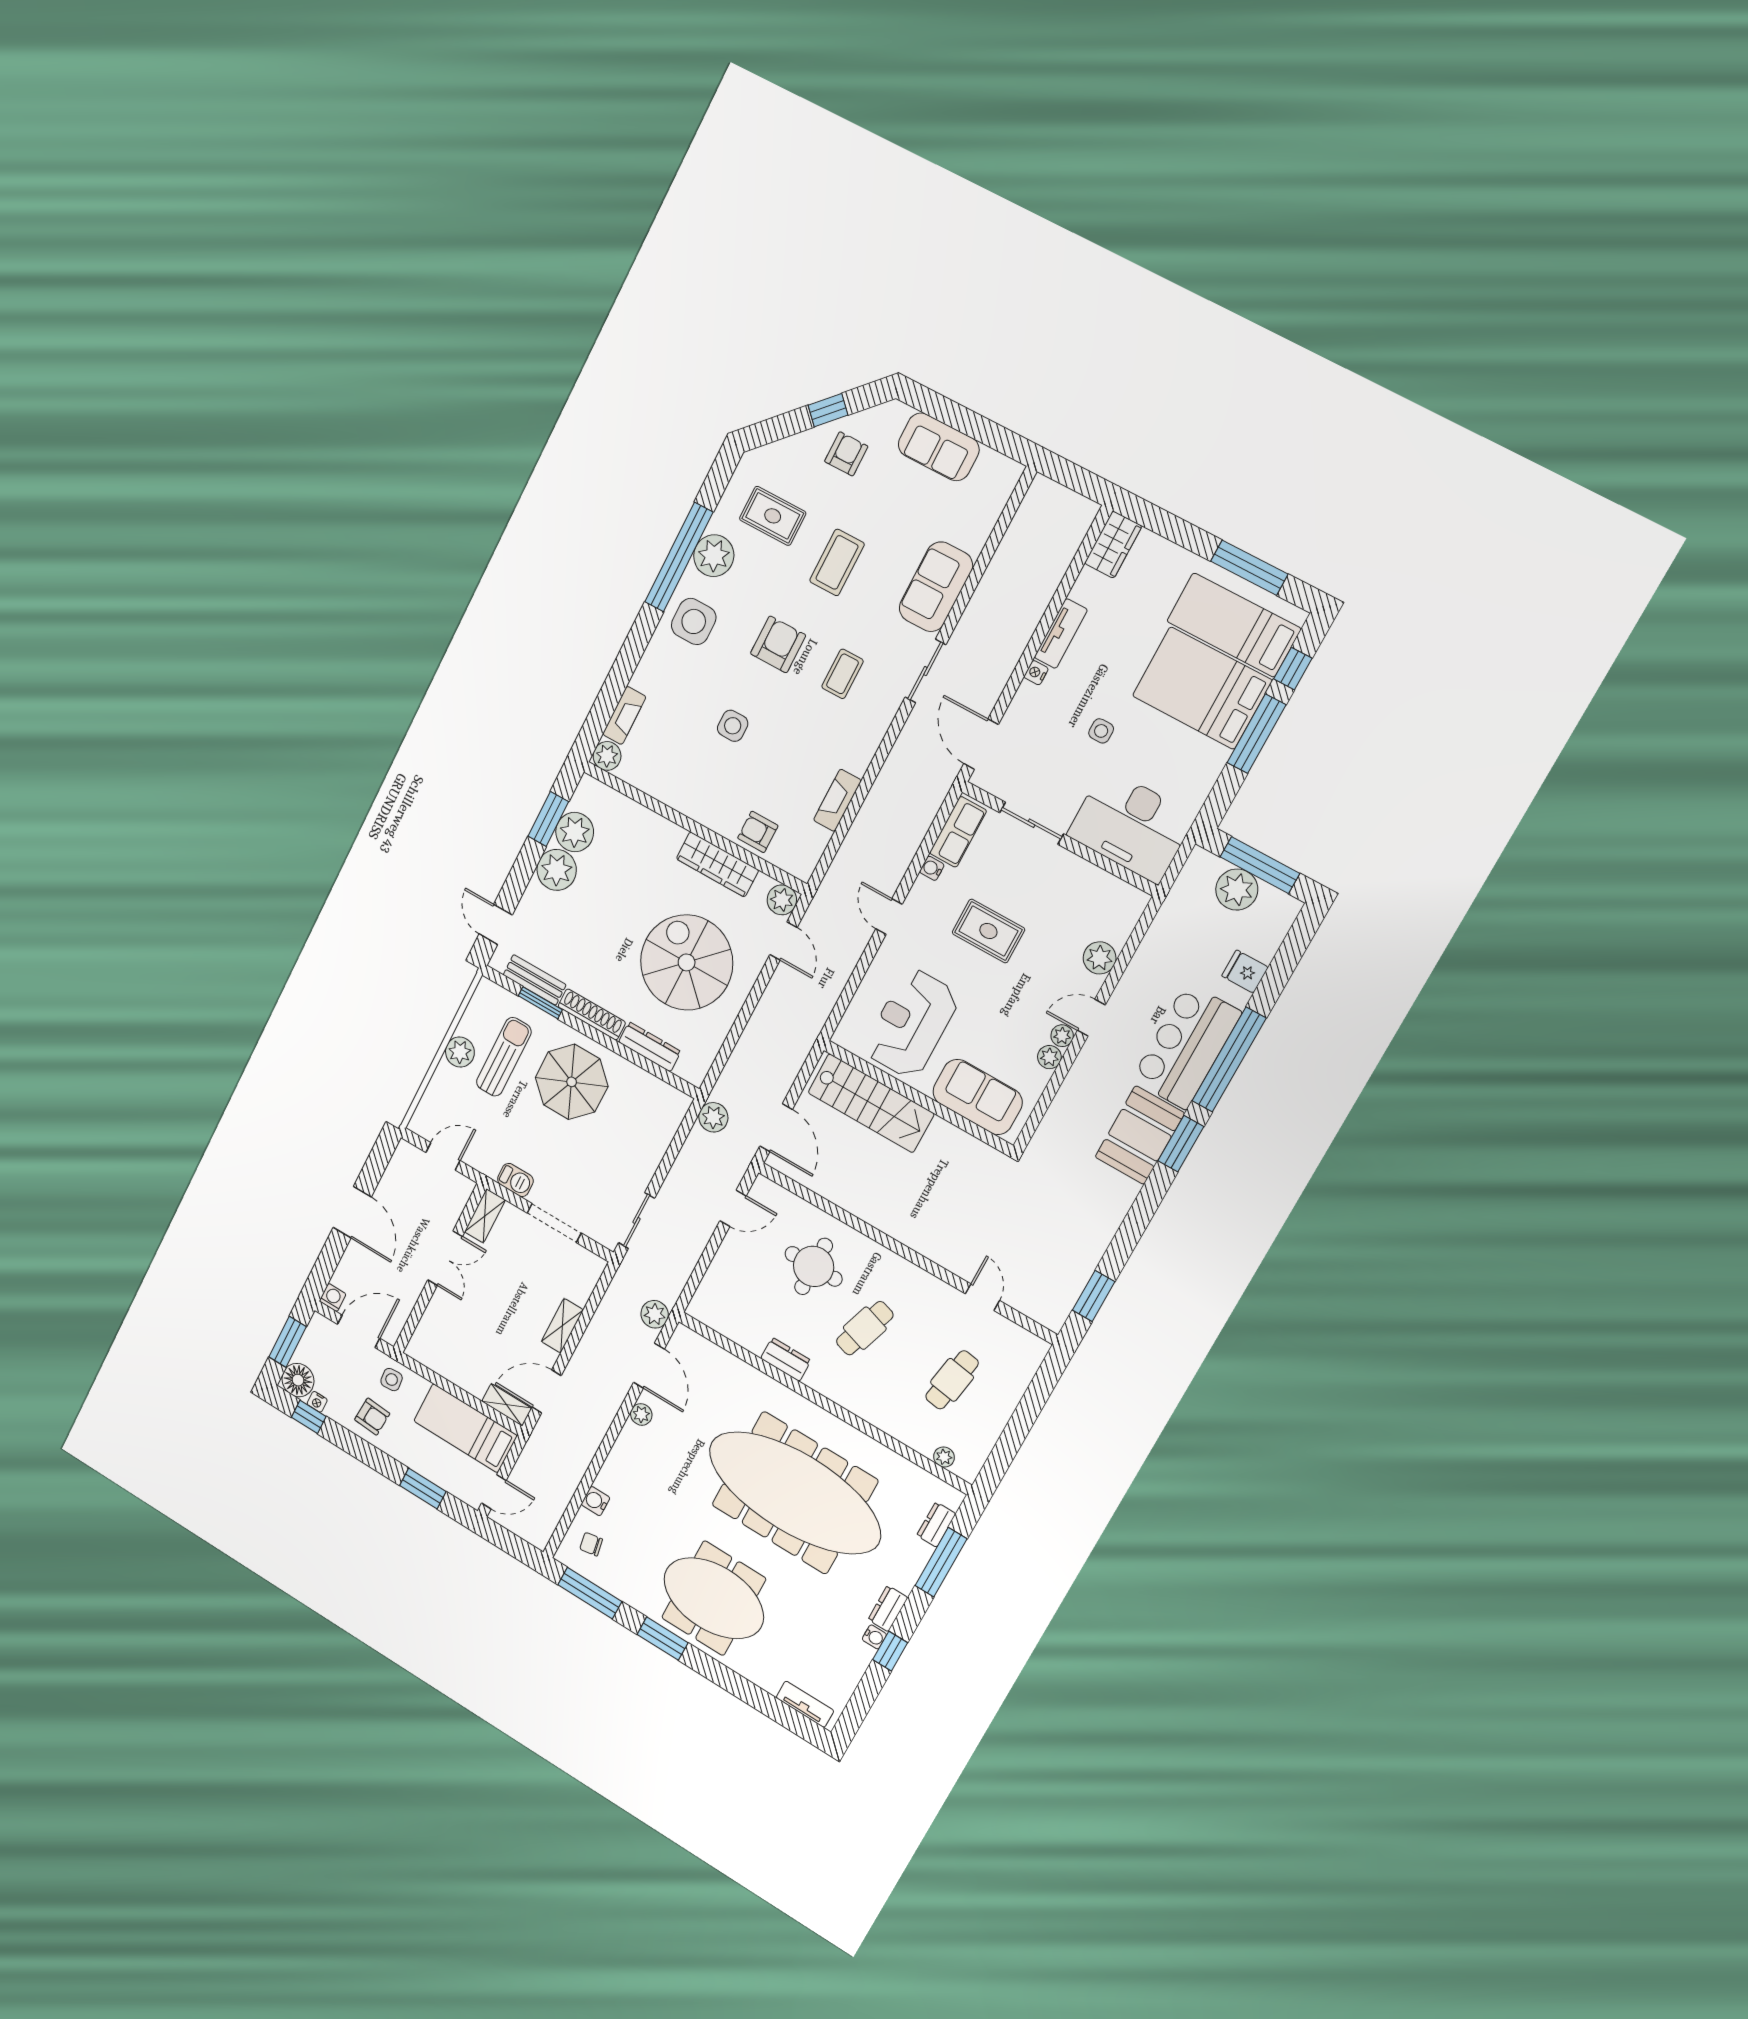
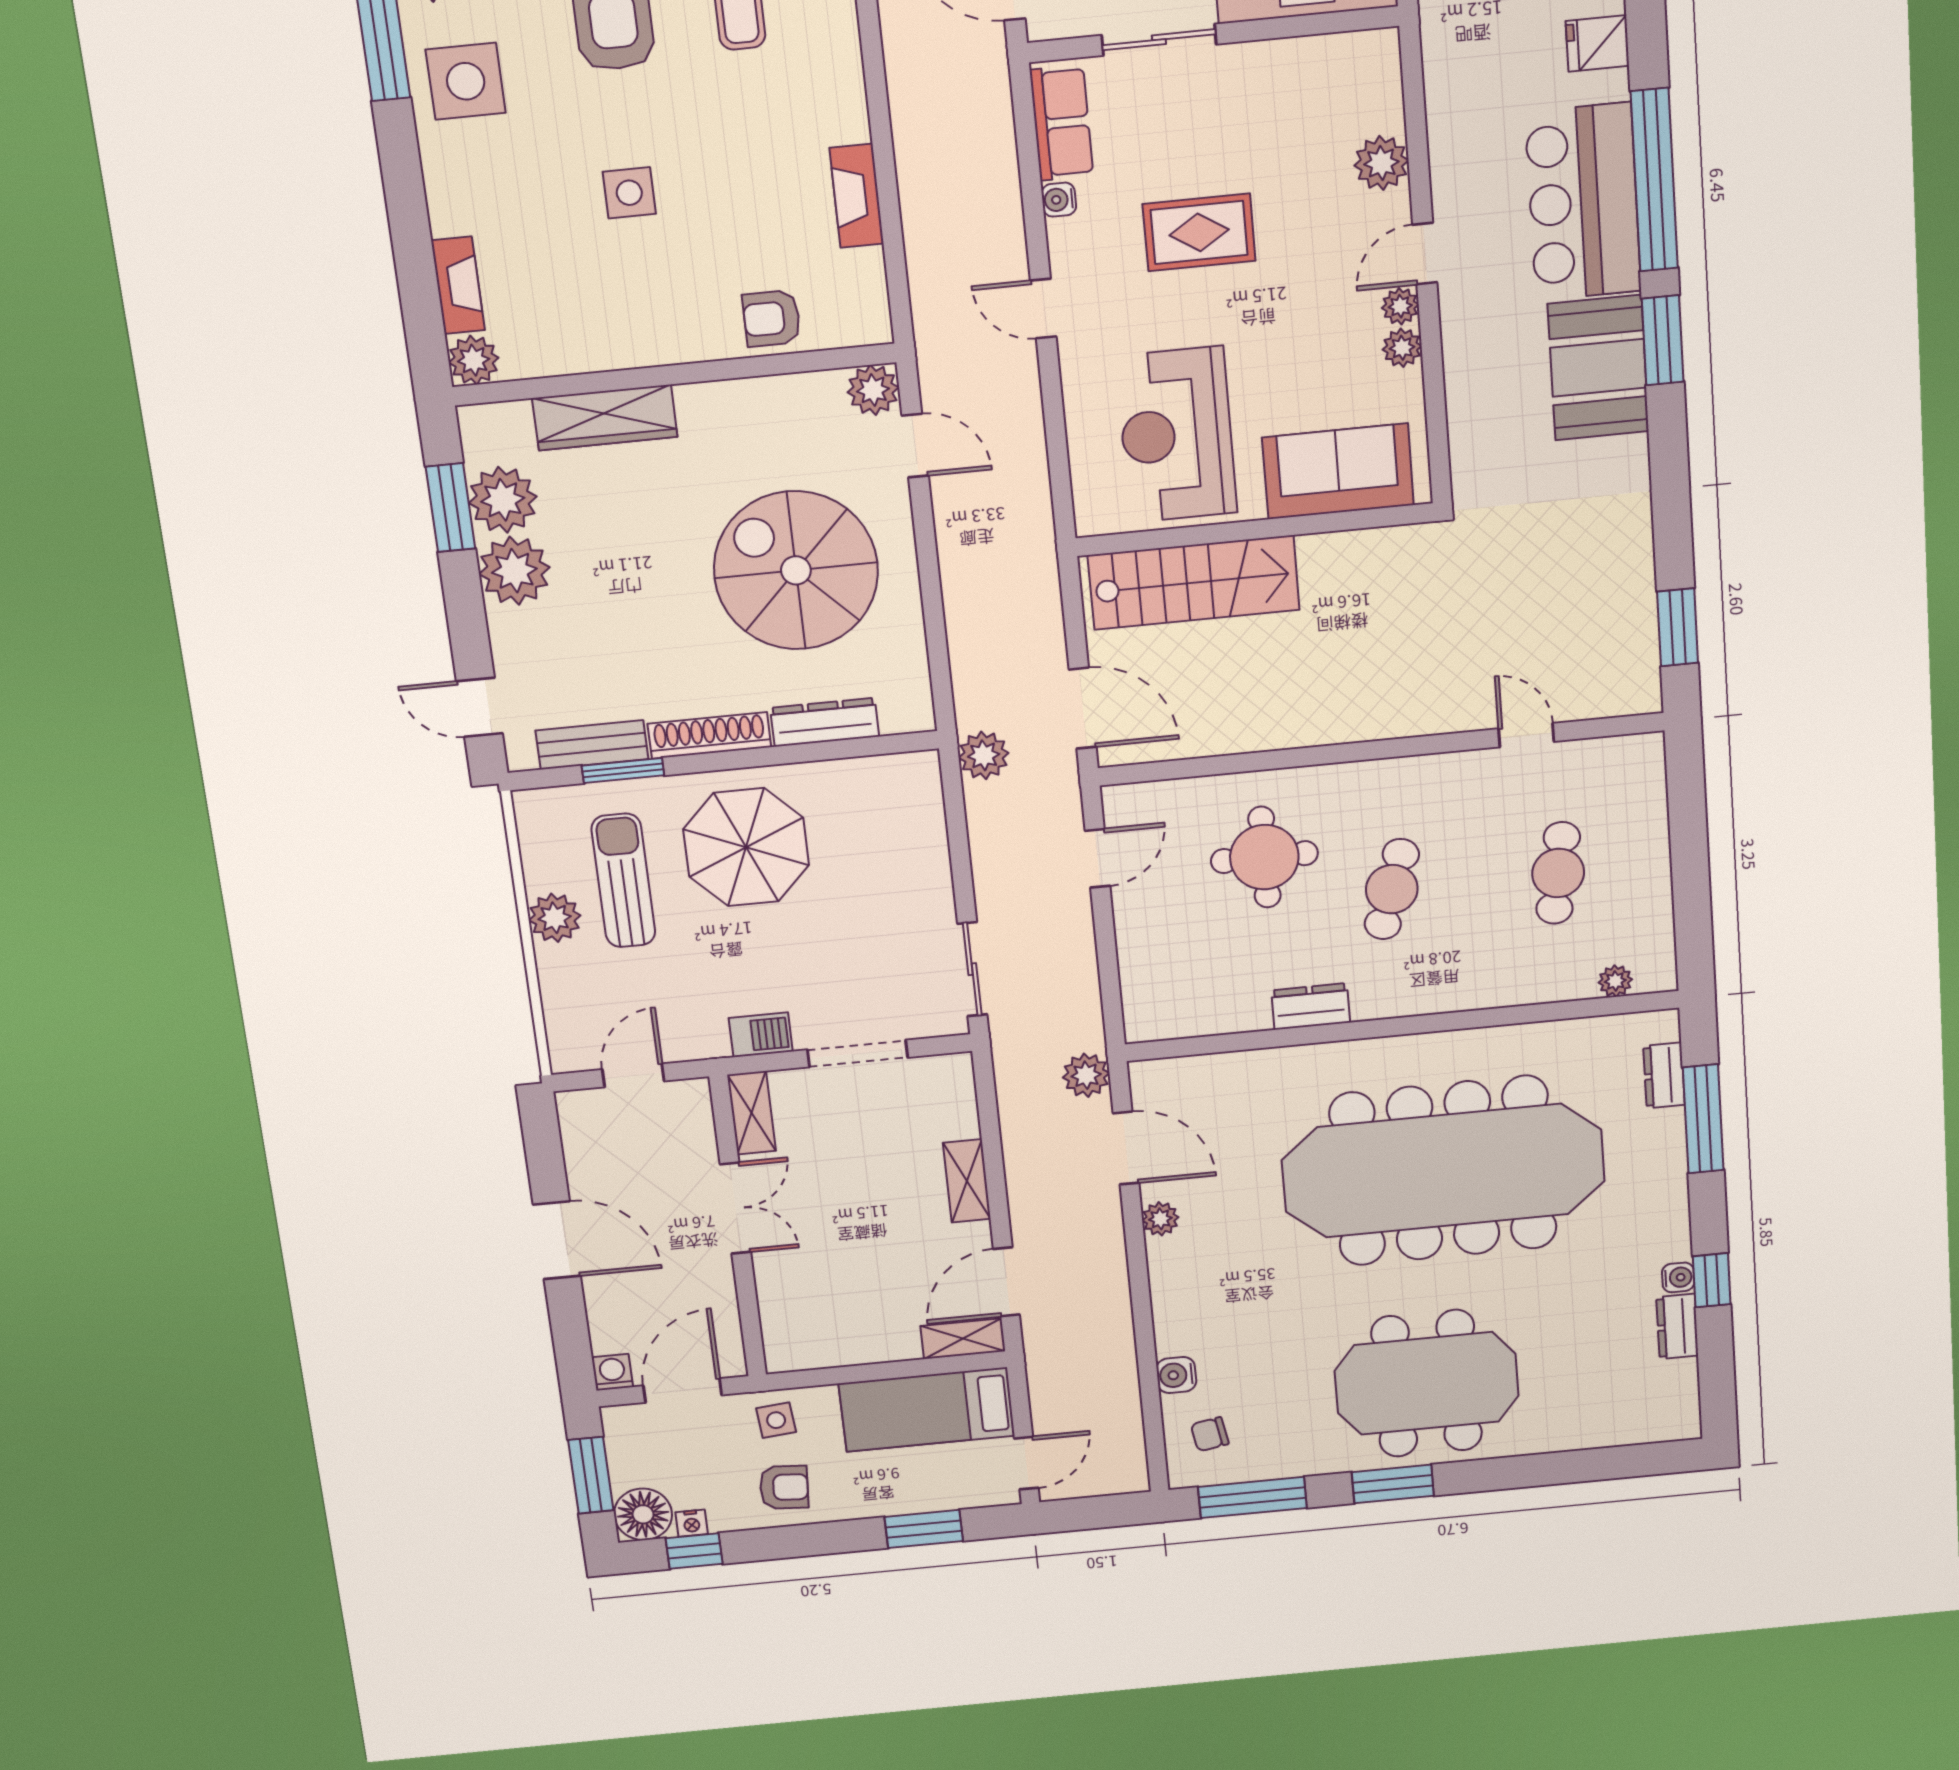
wardrobe: (717, 864) -> (605, 418), moved
dresser: (888, 1609) -> (1677, 1327), moved
tv unit: (805, 1704) -> (1643, 1428), removed

